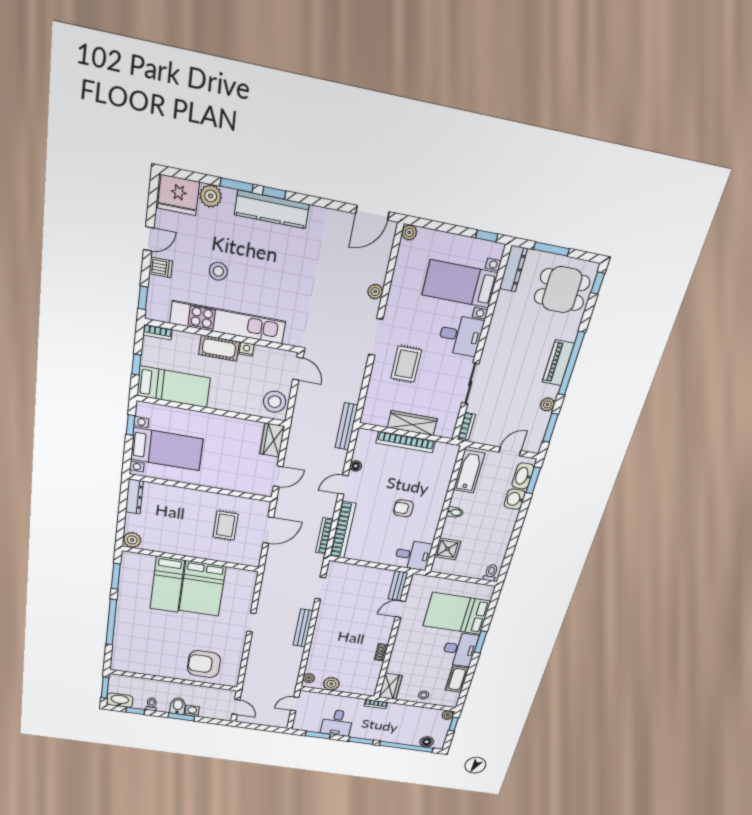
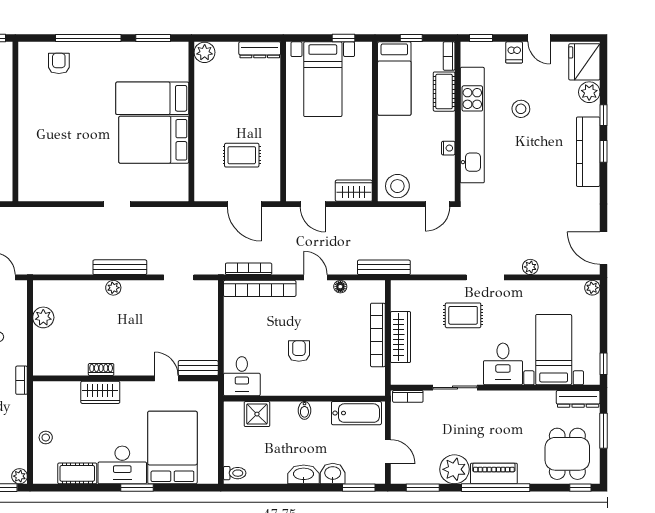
window: (237, 185) -> (603, 115), width x0.67
cot: (219, 348) -> (444, 92), moved
plant: (547, 404) -> (454, 469), width x1.87, depth x1.87
washbasin: (523, 476) -> (304, 474), moved
armchair: (204, 664) -> (59, 63), moved, width x0.53, depth x0.53
plant: (309, 678) -> (113, 288), moved
wardrobe: (390, 686) -> (100, 392), moved

